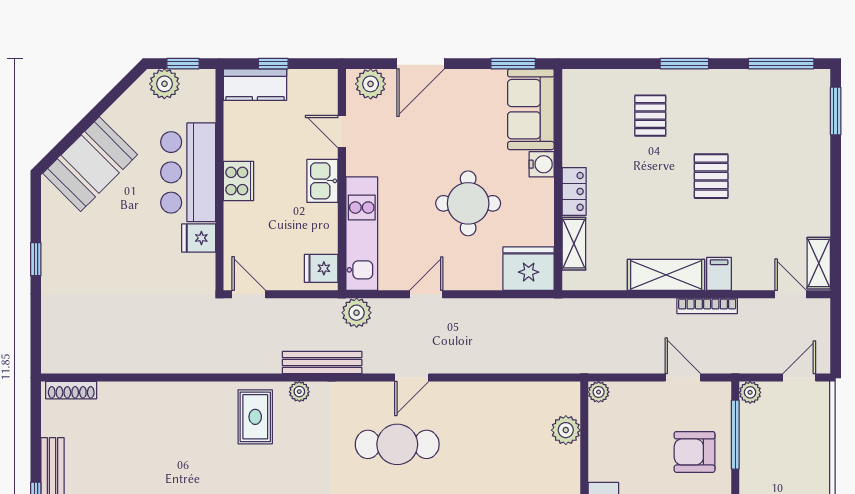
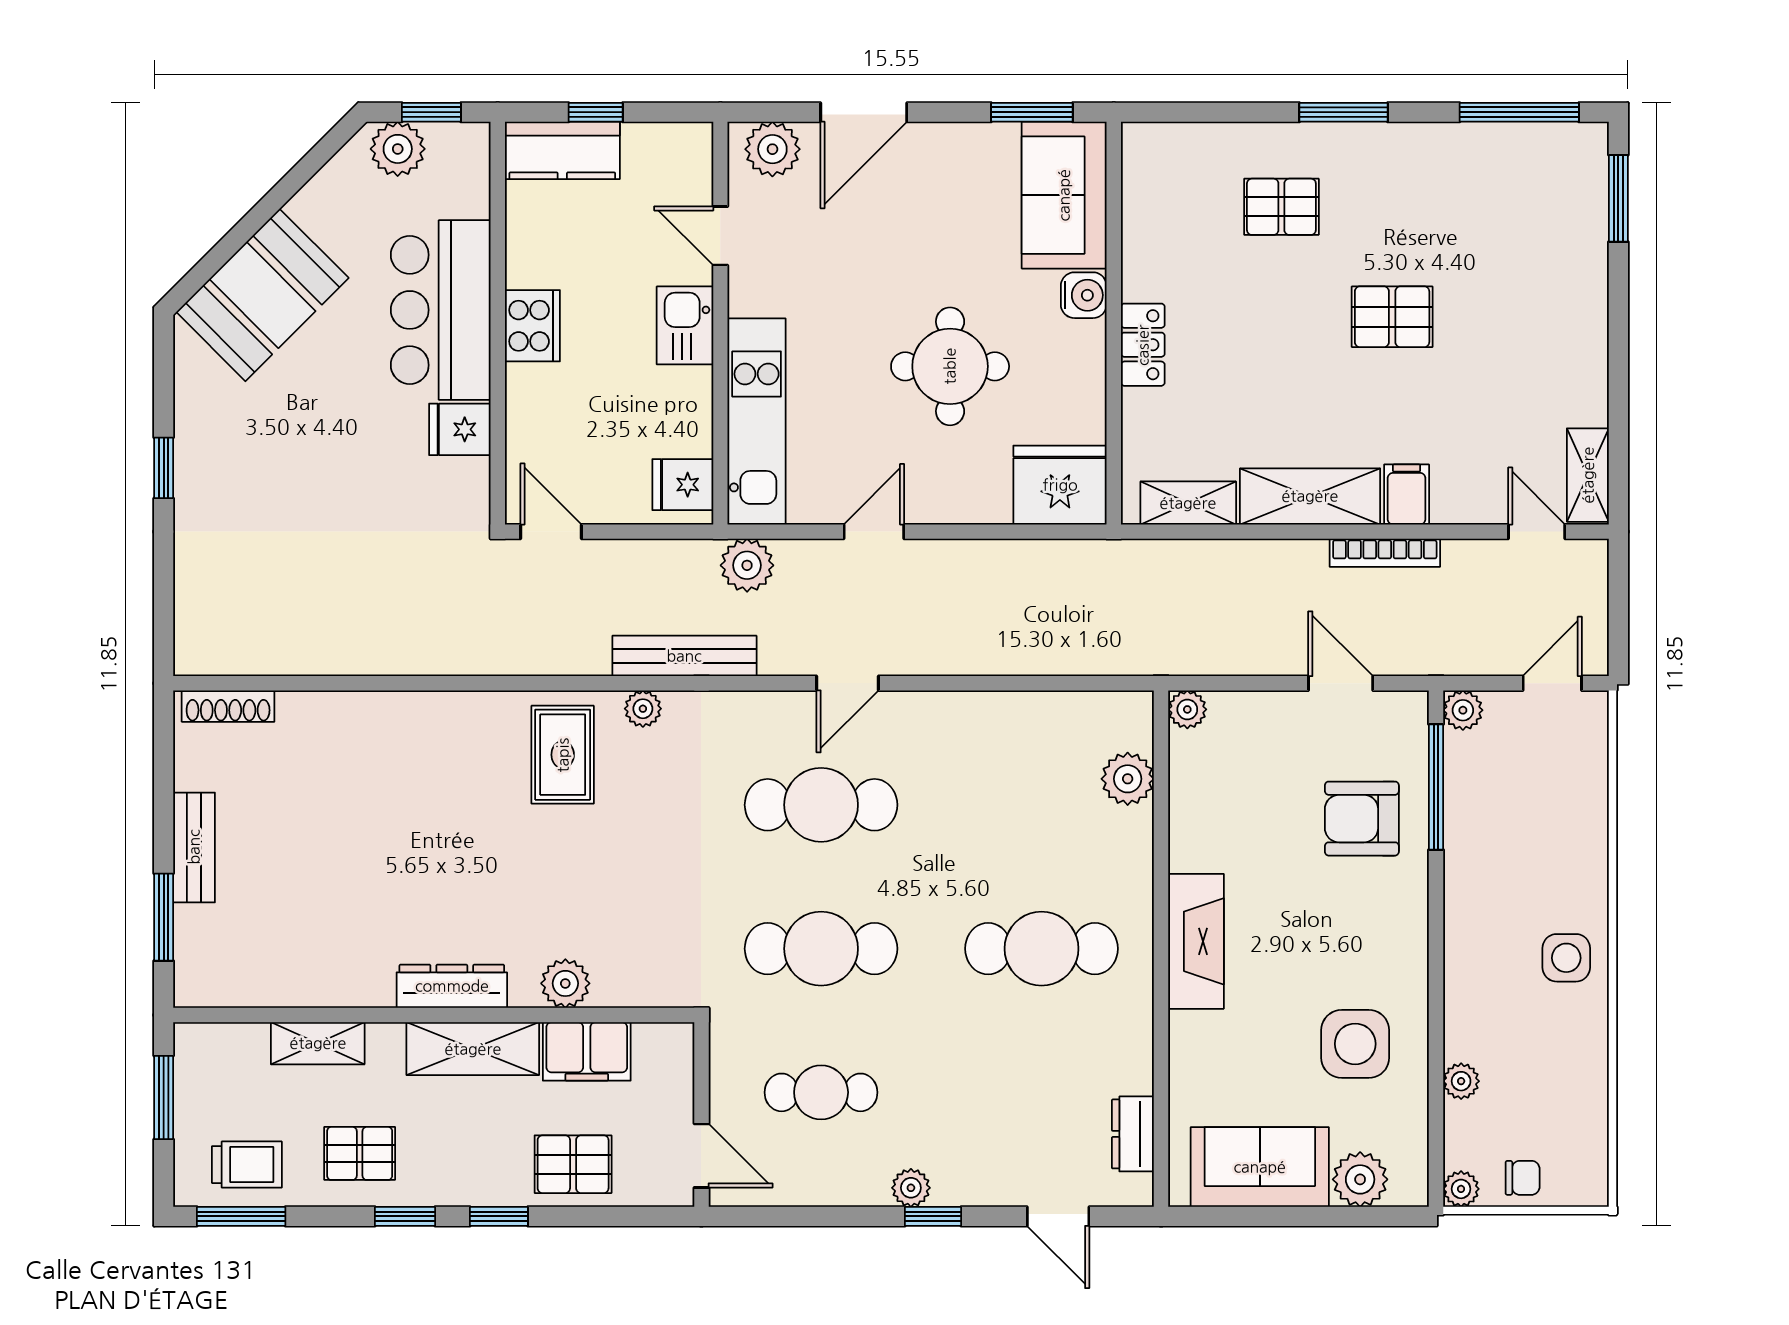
pallet: (650, 116) -> (1281, 207), turned 90
pallet: (711, 176) -> (1392, 317), turned 90
shelving: (574, 244) -> (1188, 503), moved, turned 90

